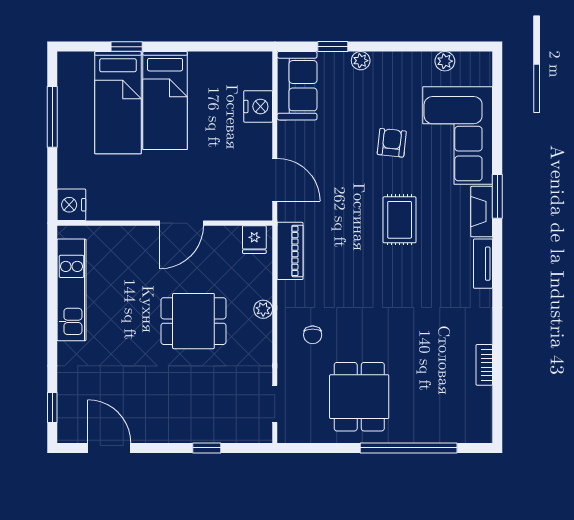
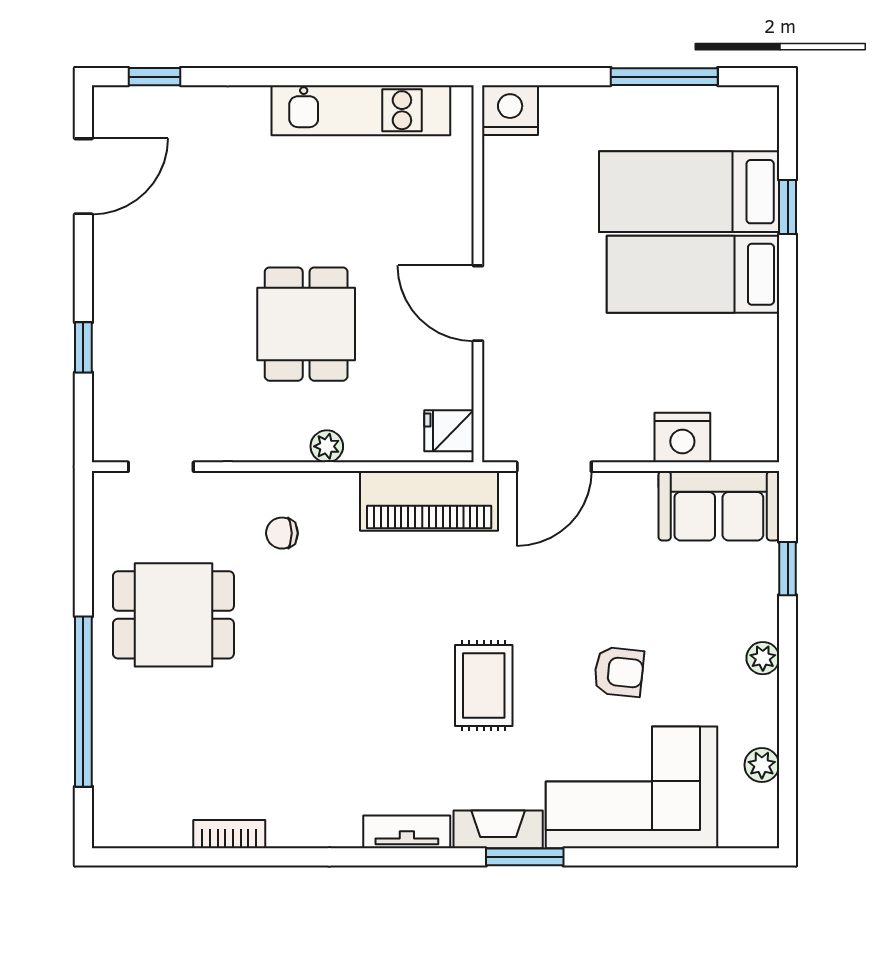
plant: (361, 61) -> (763, 658), moved
rug: (400, 220) -> (484, 685), turned 90
piano: (290, 251) -> (429, 501), width x1.37, depth x1.33

